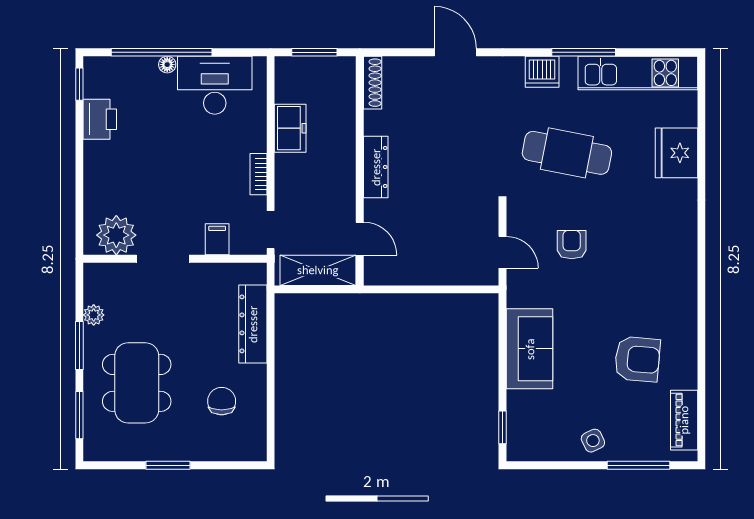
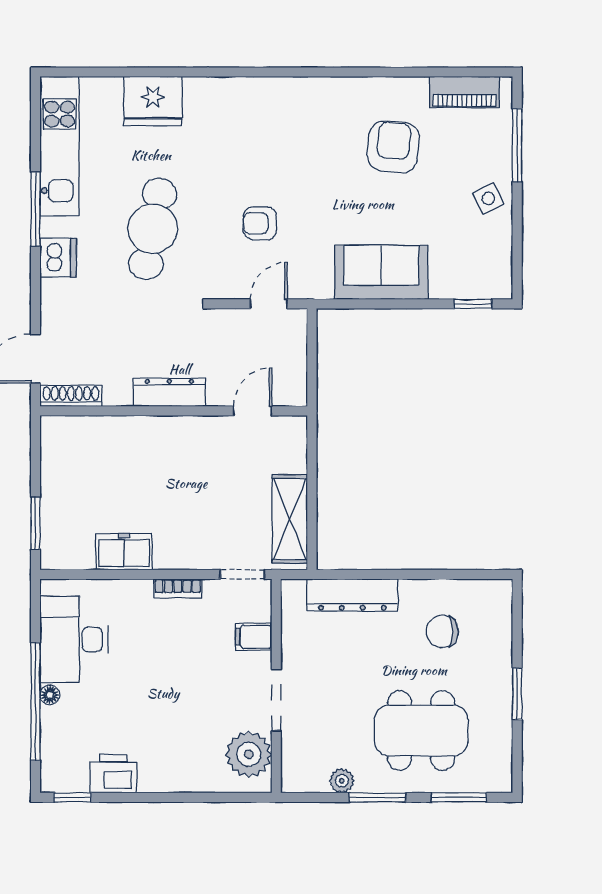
shoe rack: (373, 83) -> (71, 396), moved
dresser: (376, 167) -> (169, 392), moved
wall: (360, 171) -> (174, 411), moved
door: (360, 239) -> (253, 411), moved

